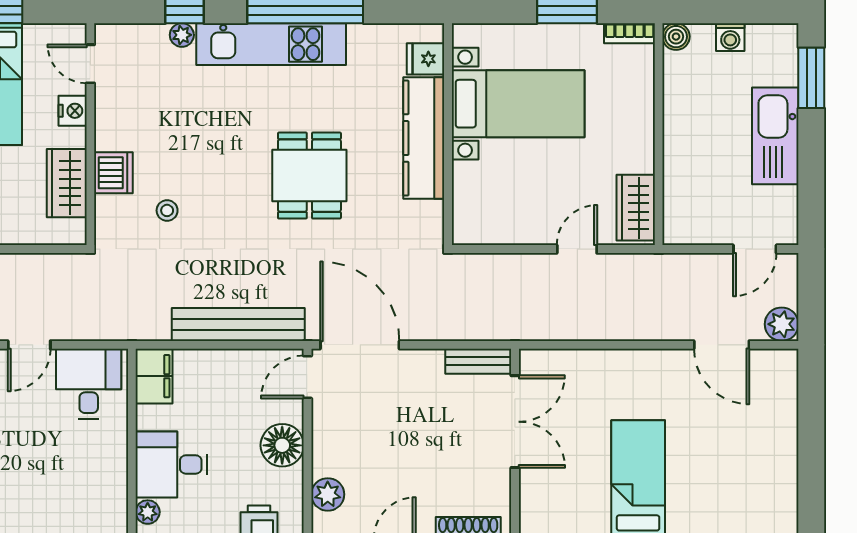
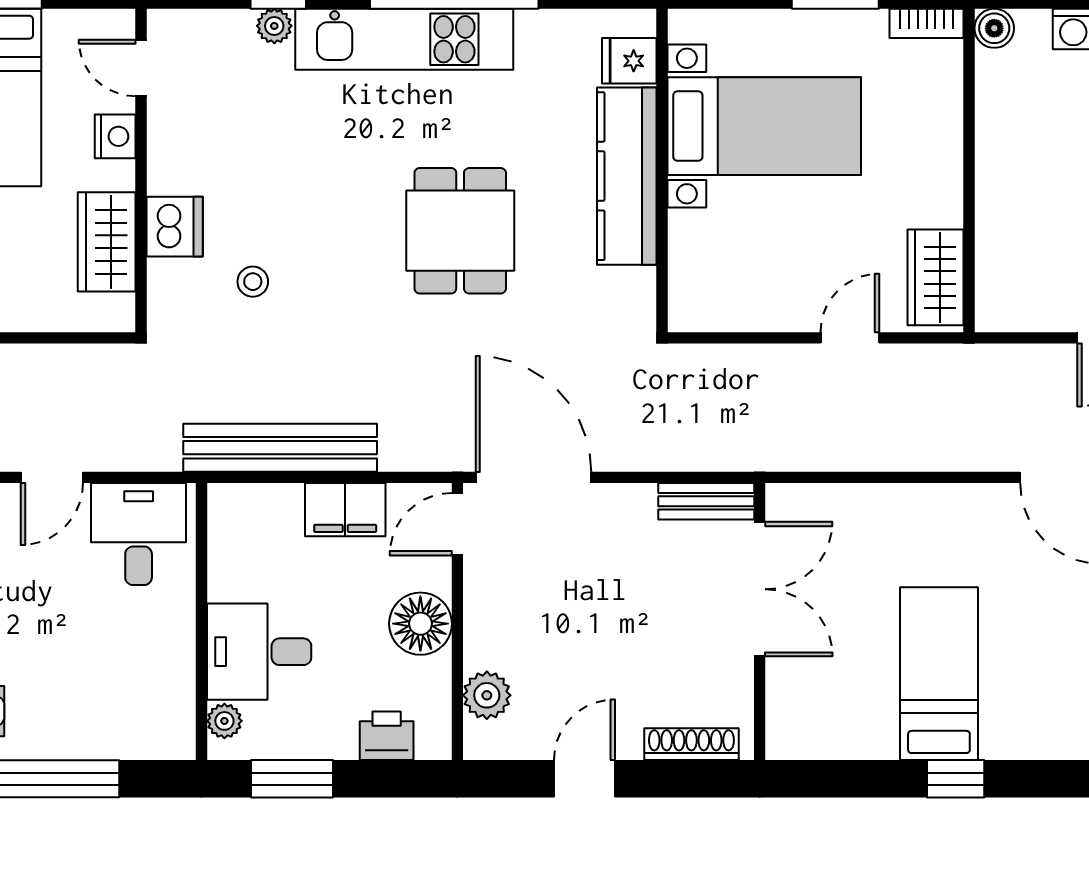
bench: (238, 324) -> (280, 448), moved
filing cabinet: (154, 376) -> (345, 510), moved, turned 90

